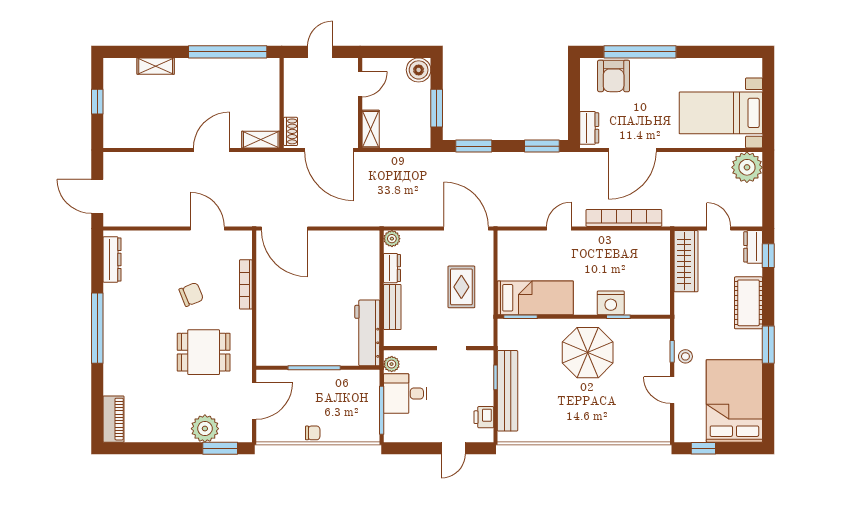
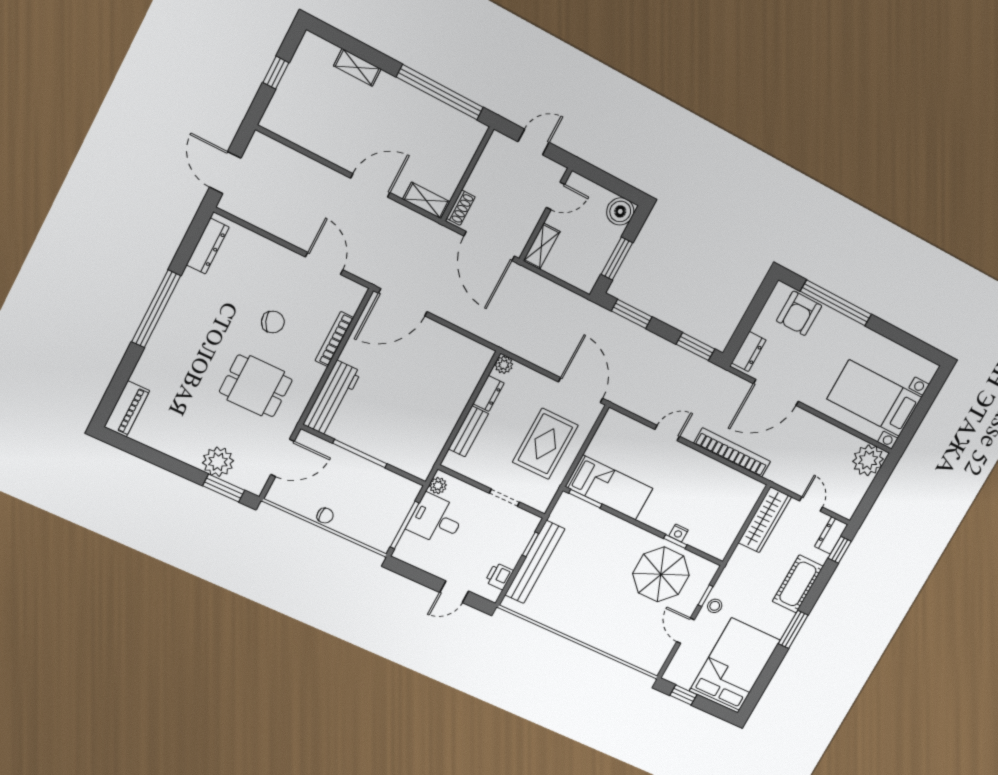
door: (284, 228) -> (403, 302), hinge flipped
rug: (461, 287) -> (545, 444), width x1.36, depth x1.43
nightstand: (611, 303) -> (679, 533), width x0.53, depth x0.56
workbench: (367, 333) -> (332, 398), moved, turned 180
parasol: (588, 353) -> (661, 574), moved

